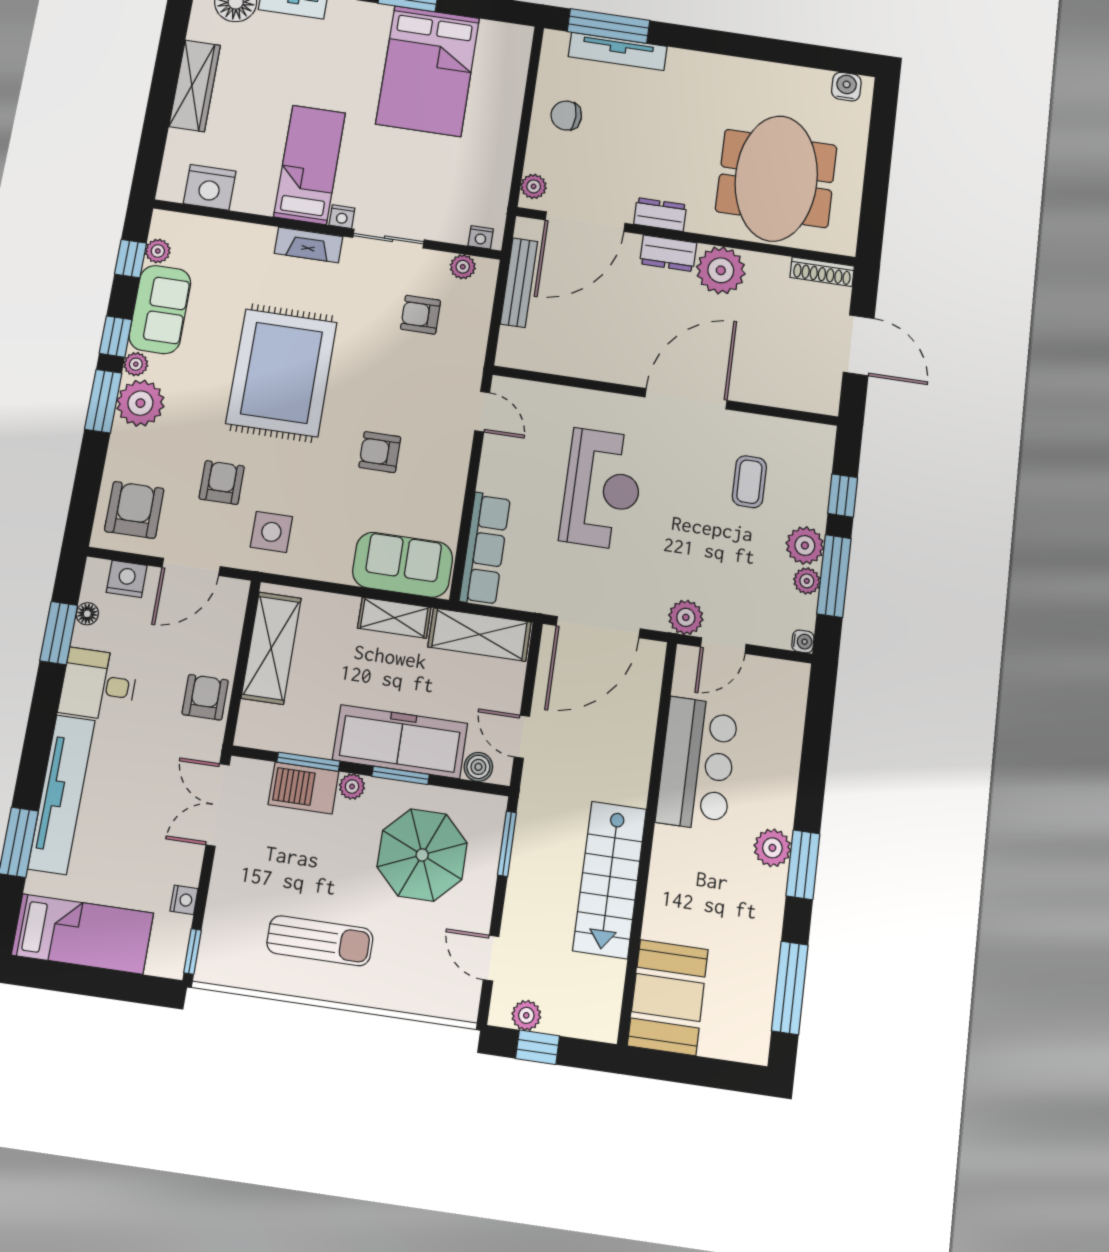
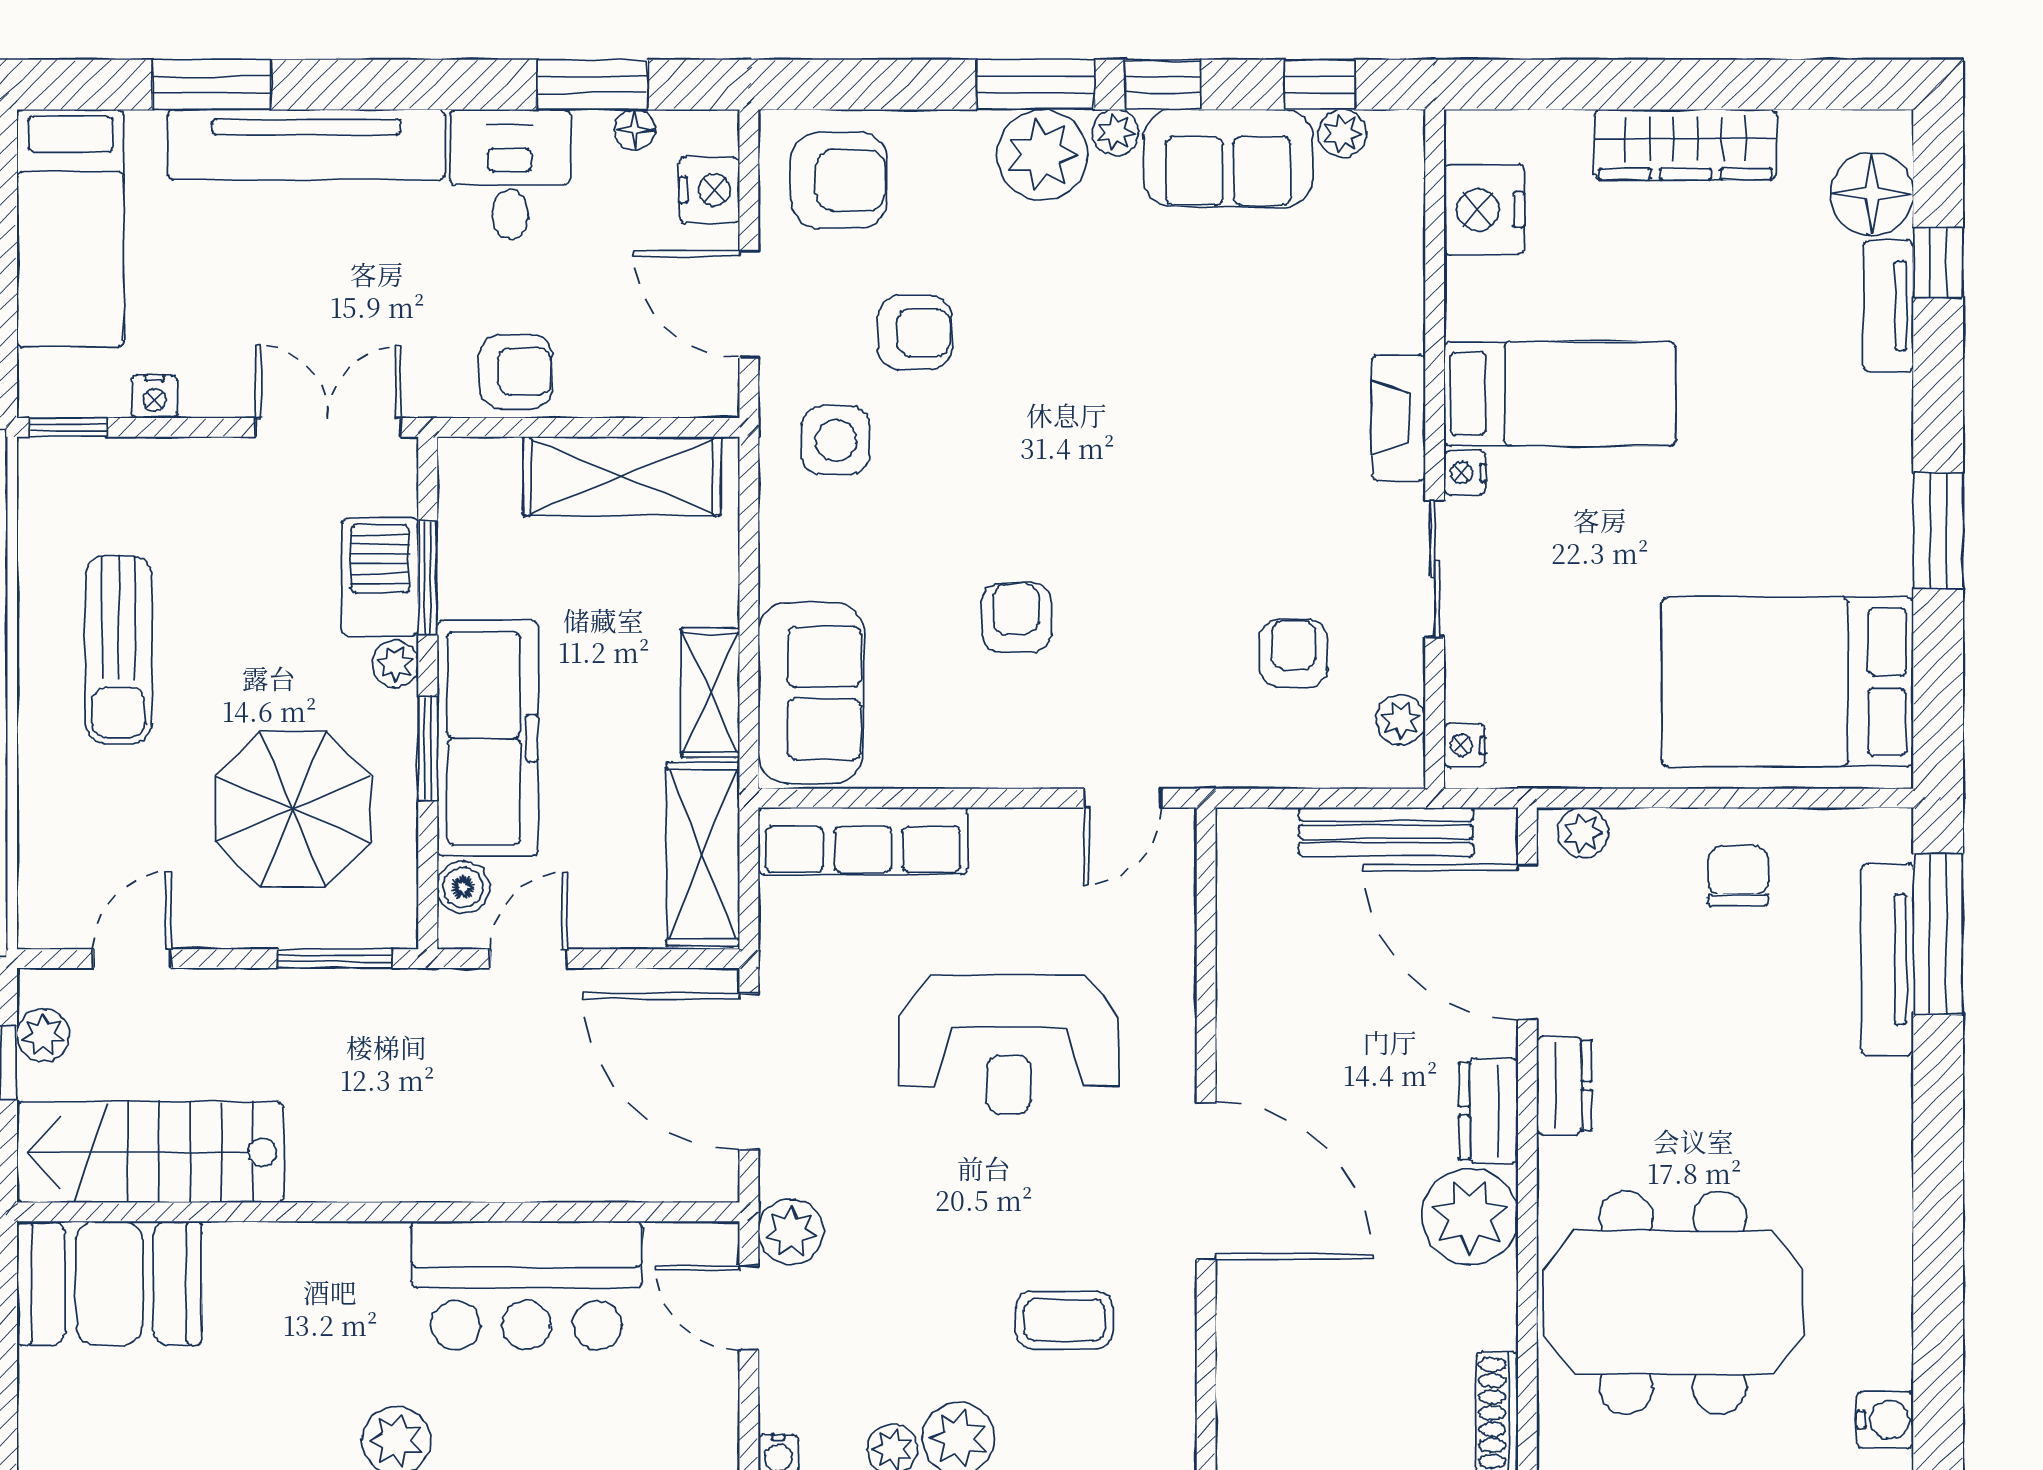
bed: (428, 71) -> (1788, 682), moved
rug: (282, 373) -> (1140, 409), removed
stairs: (610, 880) -> (150, 1152), moved

